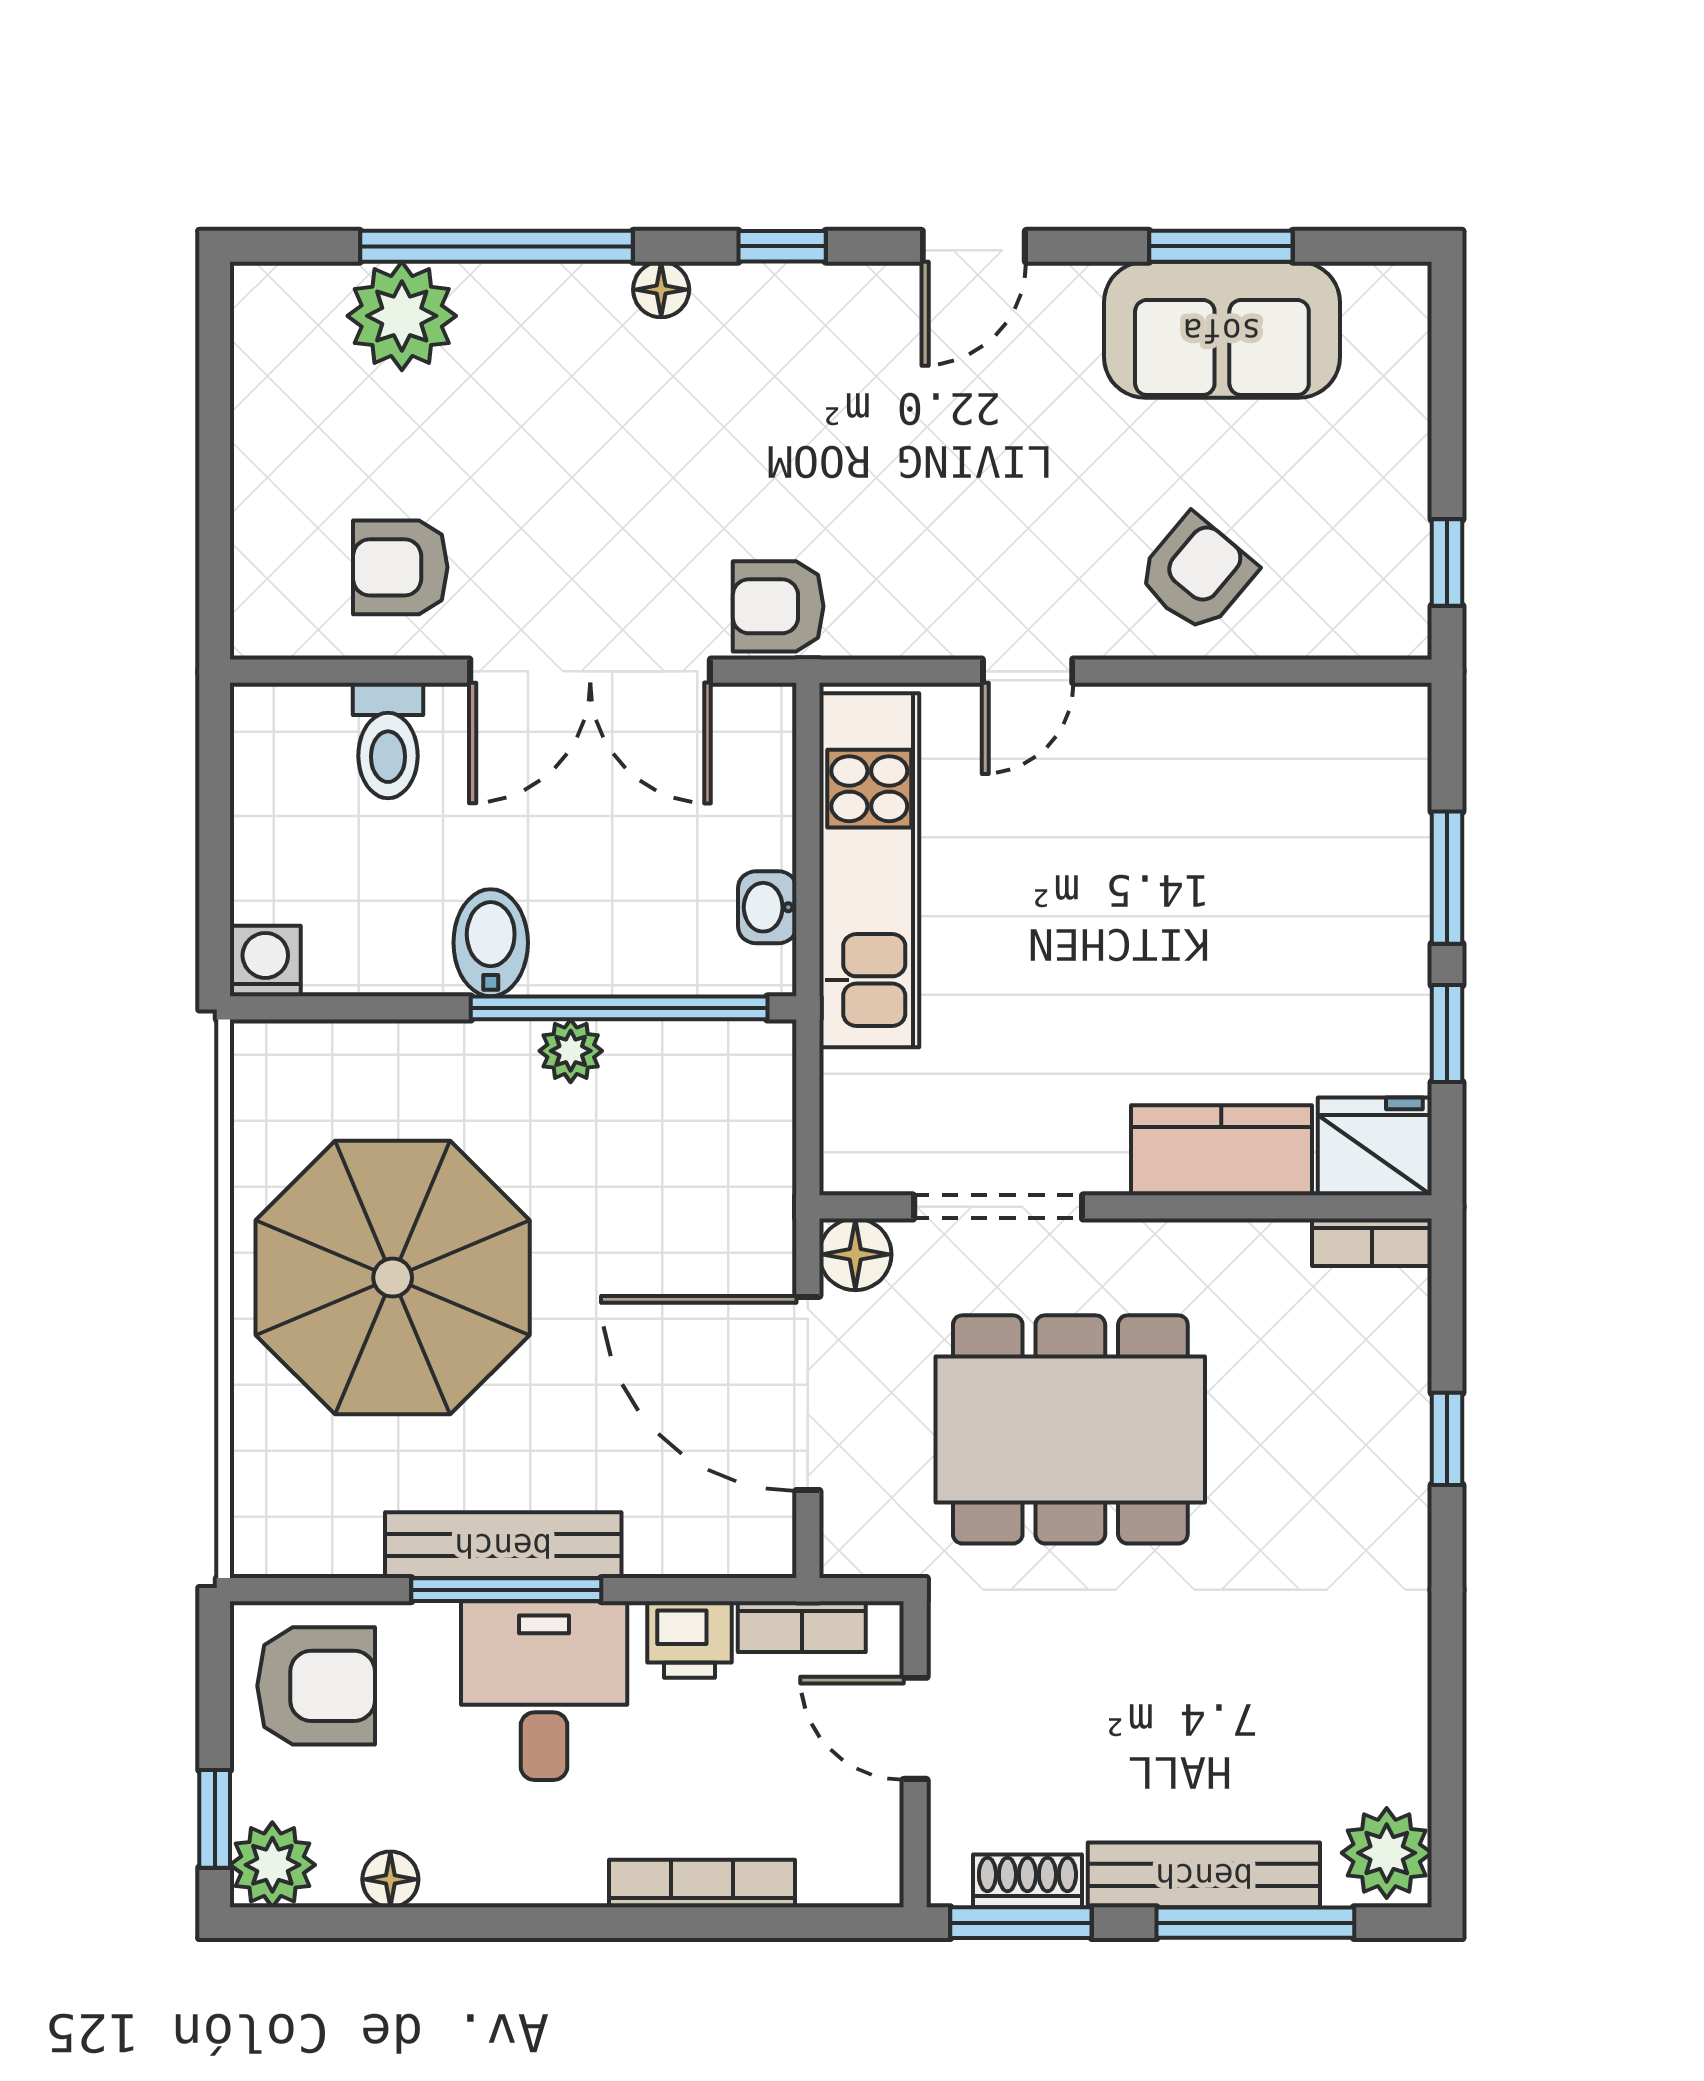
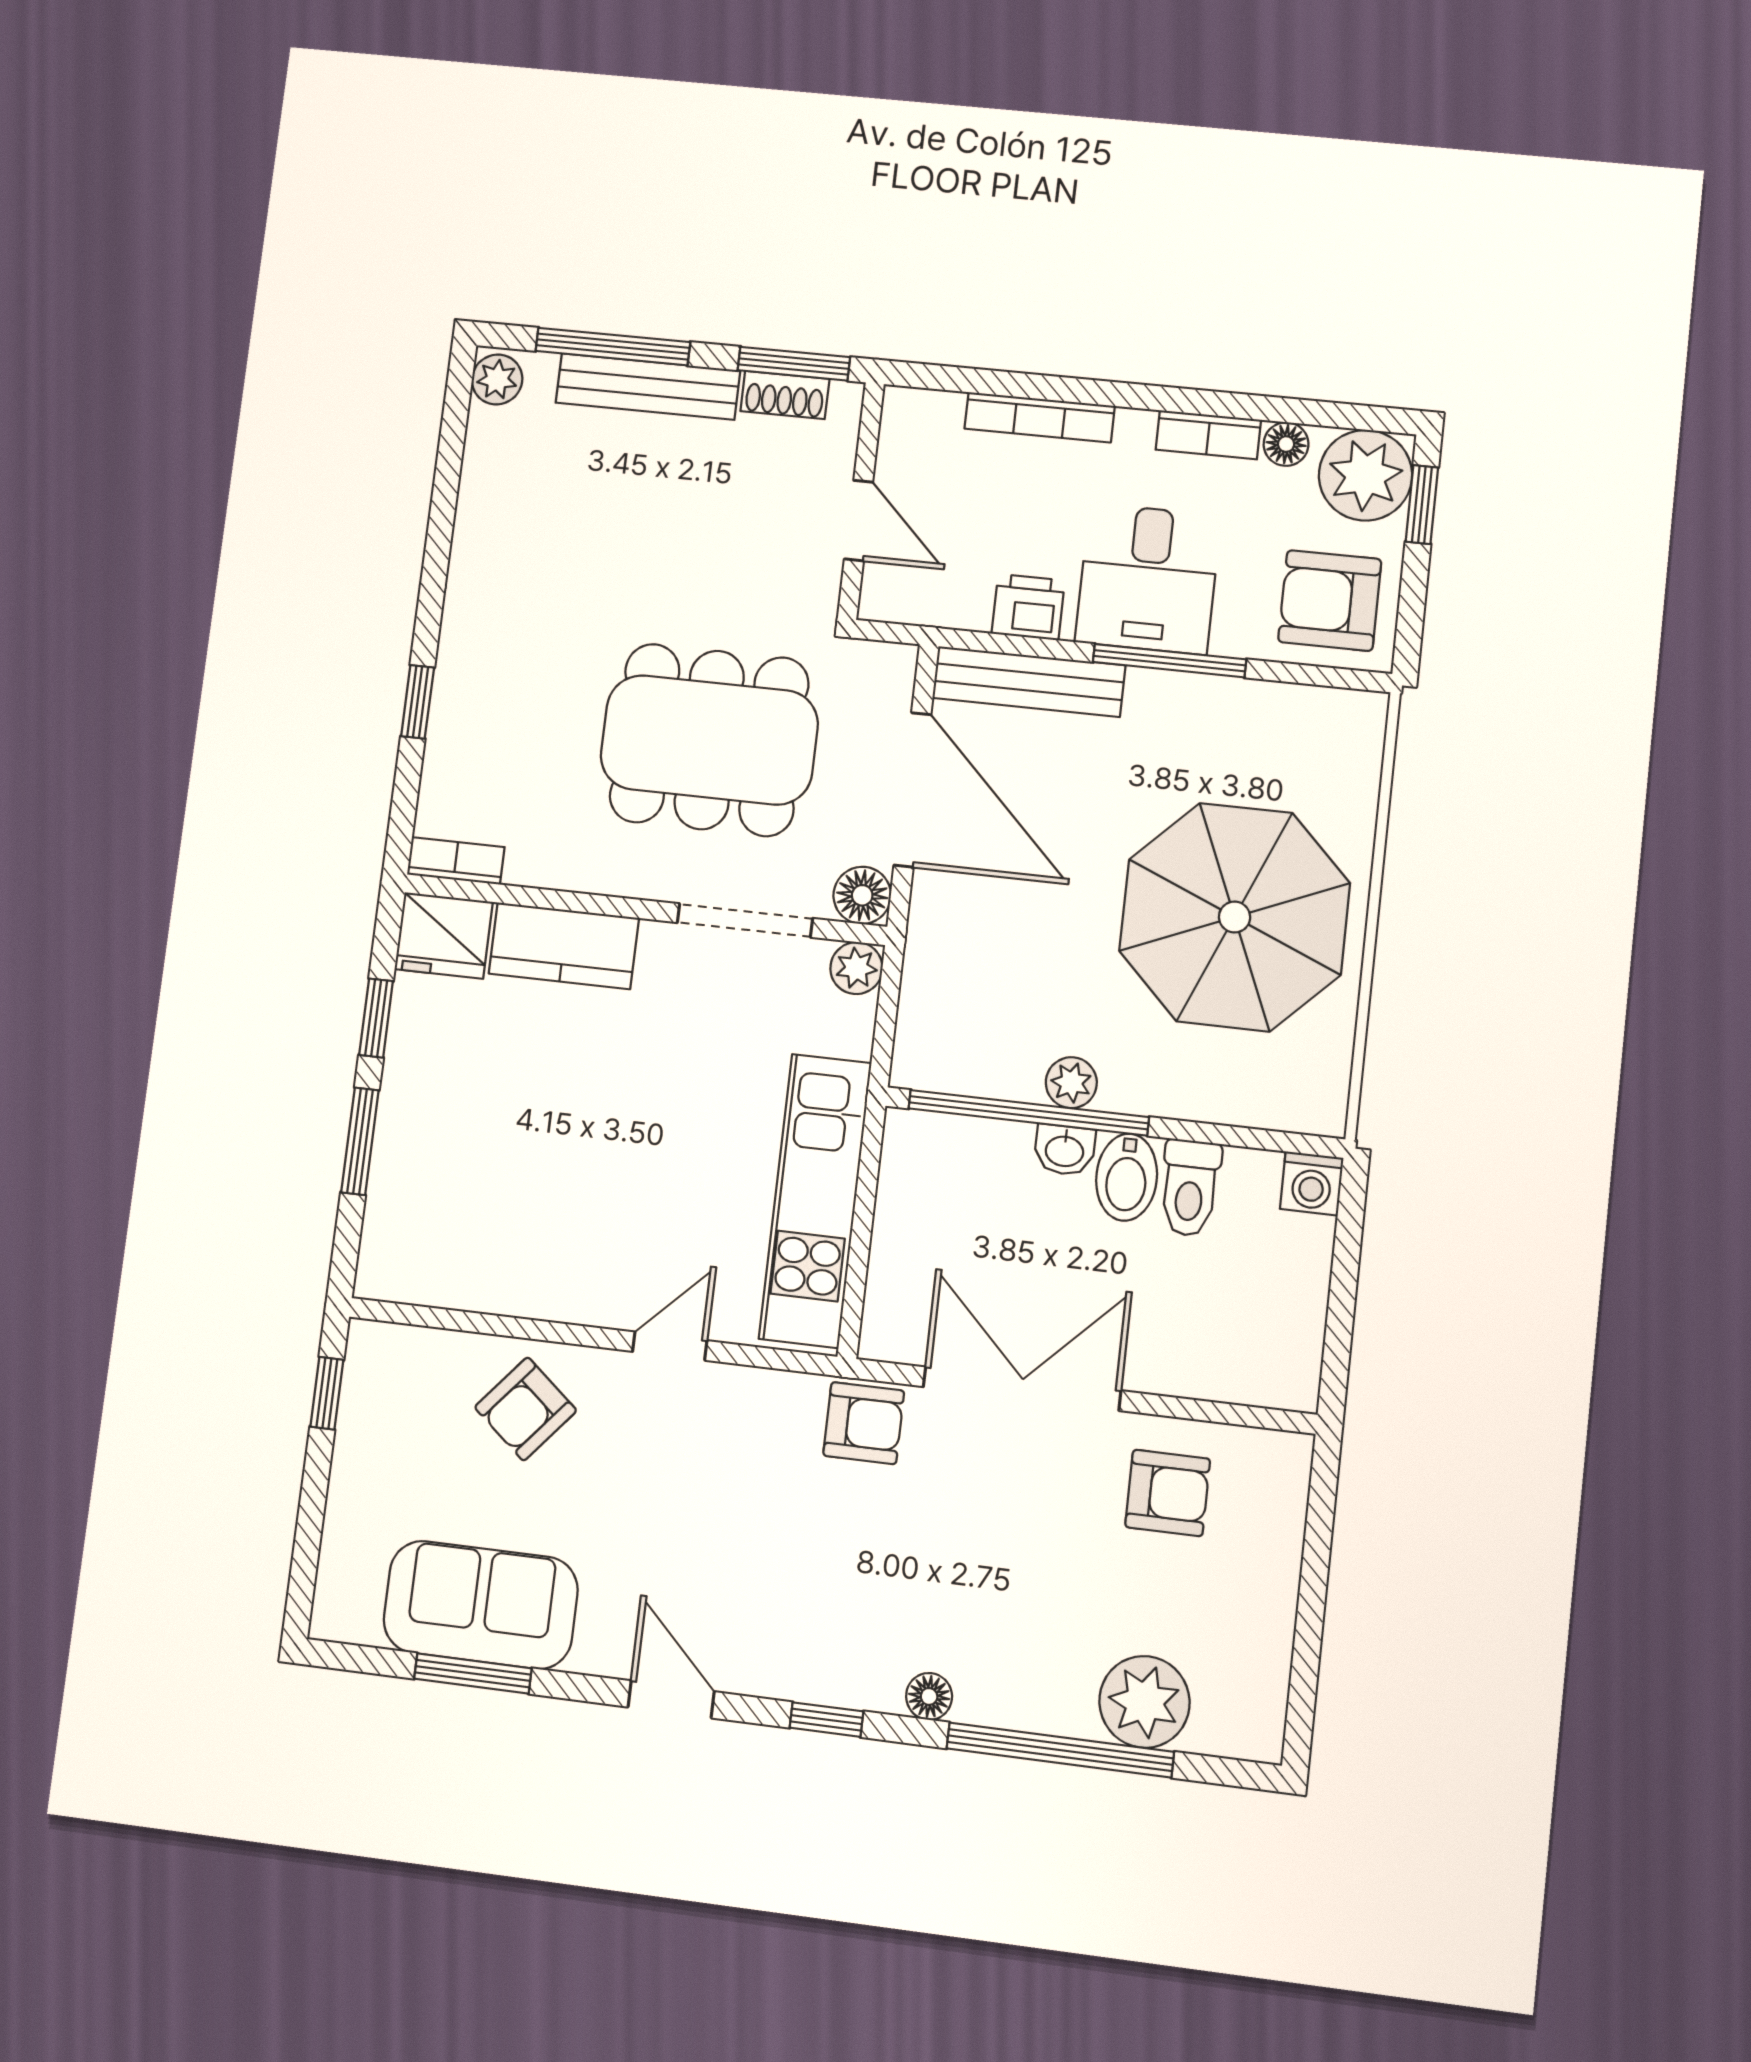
door: (974, 246) -> (671, 1699), hinge flipped
toilet: (388, 740) -> (1190, 1188), moved, turned 180
washbasin: (767, 907) -> (1065, 1150), moved, turned 90
plant: (852, 1163) -> (856, 968), added
bench: (503, 1545) -> (1029, 682), moved
bookcase: (802, 1627) -> (1208, 435), moved, turned 180
plant: (1387, 1853) -> (497, 379), width x0.73, depth x0.73
plant: (272, 1865) -> (1365, 475), width x1.36, depth x1.36

